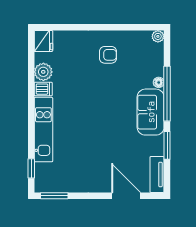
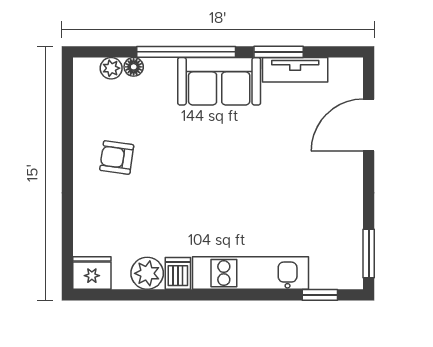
plant: (158, 36) -> (111, 68), moved
armchair: (108, 55) -> (117, 158), turned -82
floor lamp: (159, 82) -> (134, 67), moved
tv unit: (157, 174) -> (295, 70), moved

